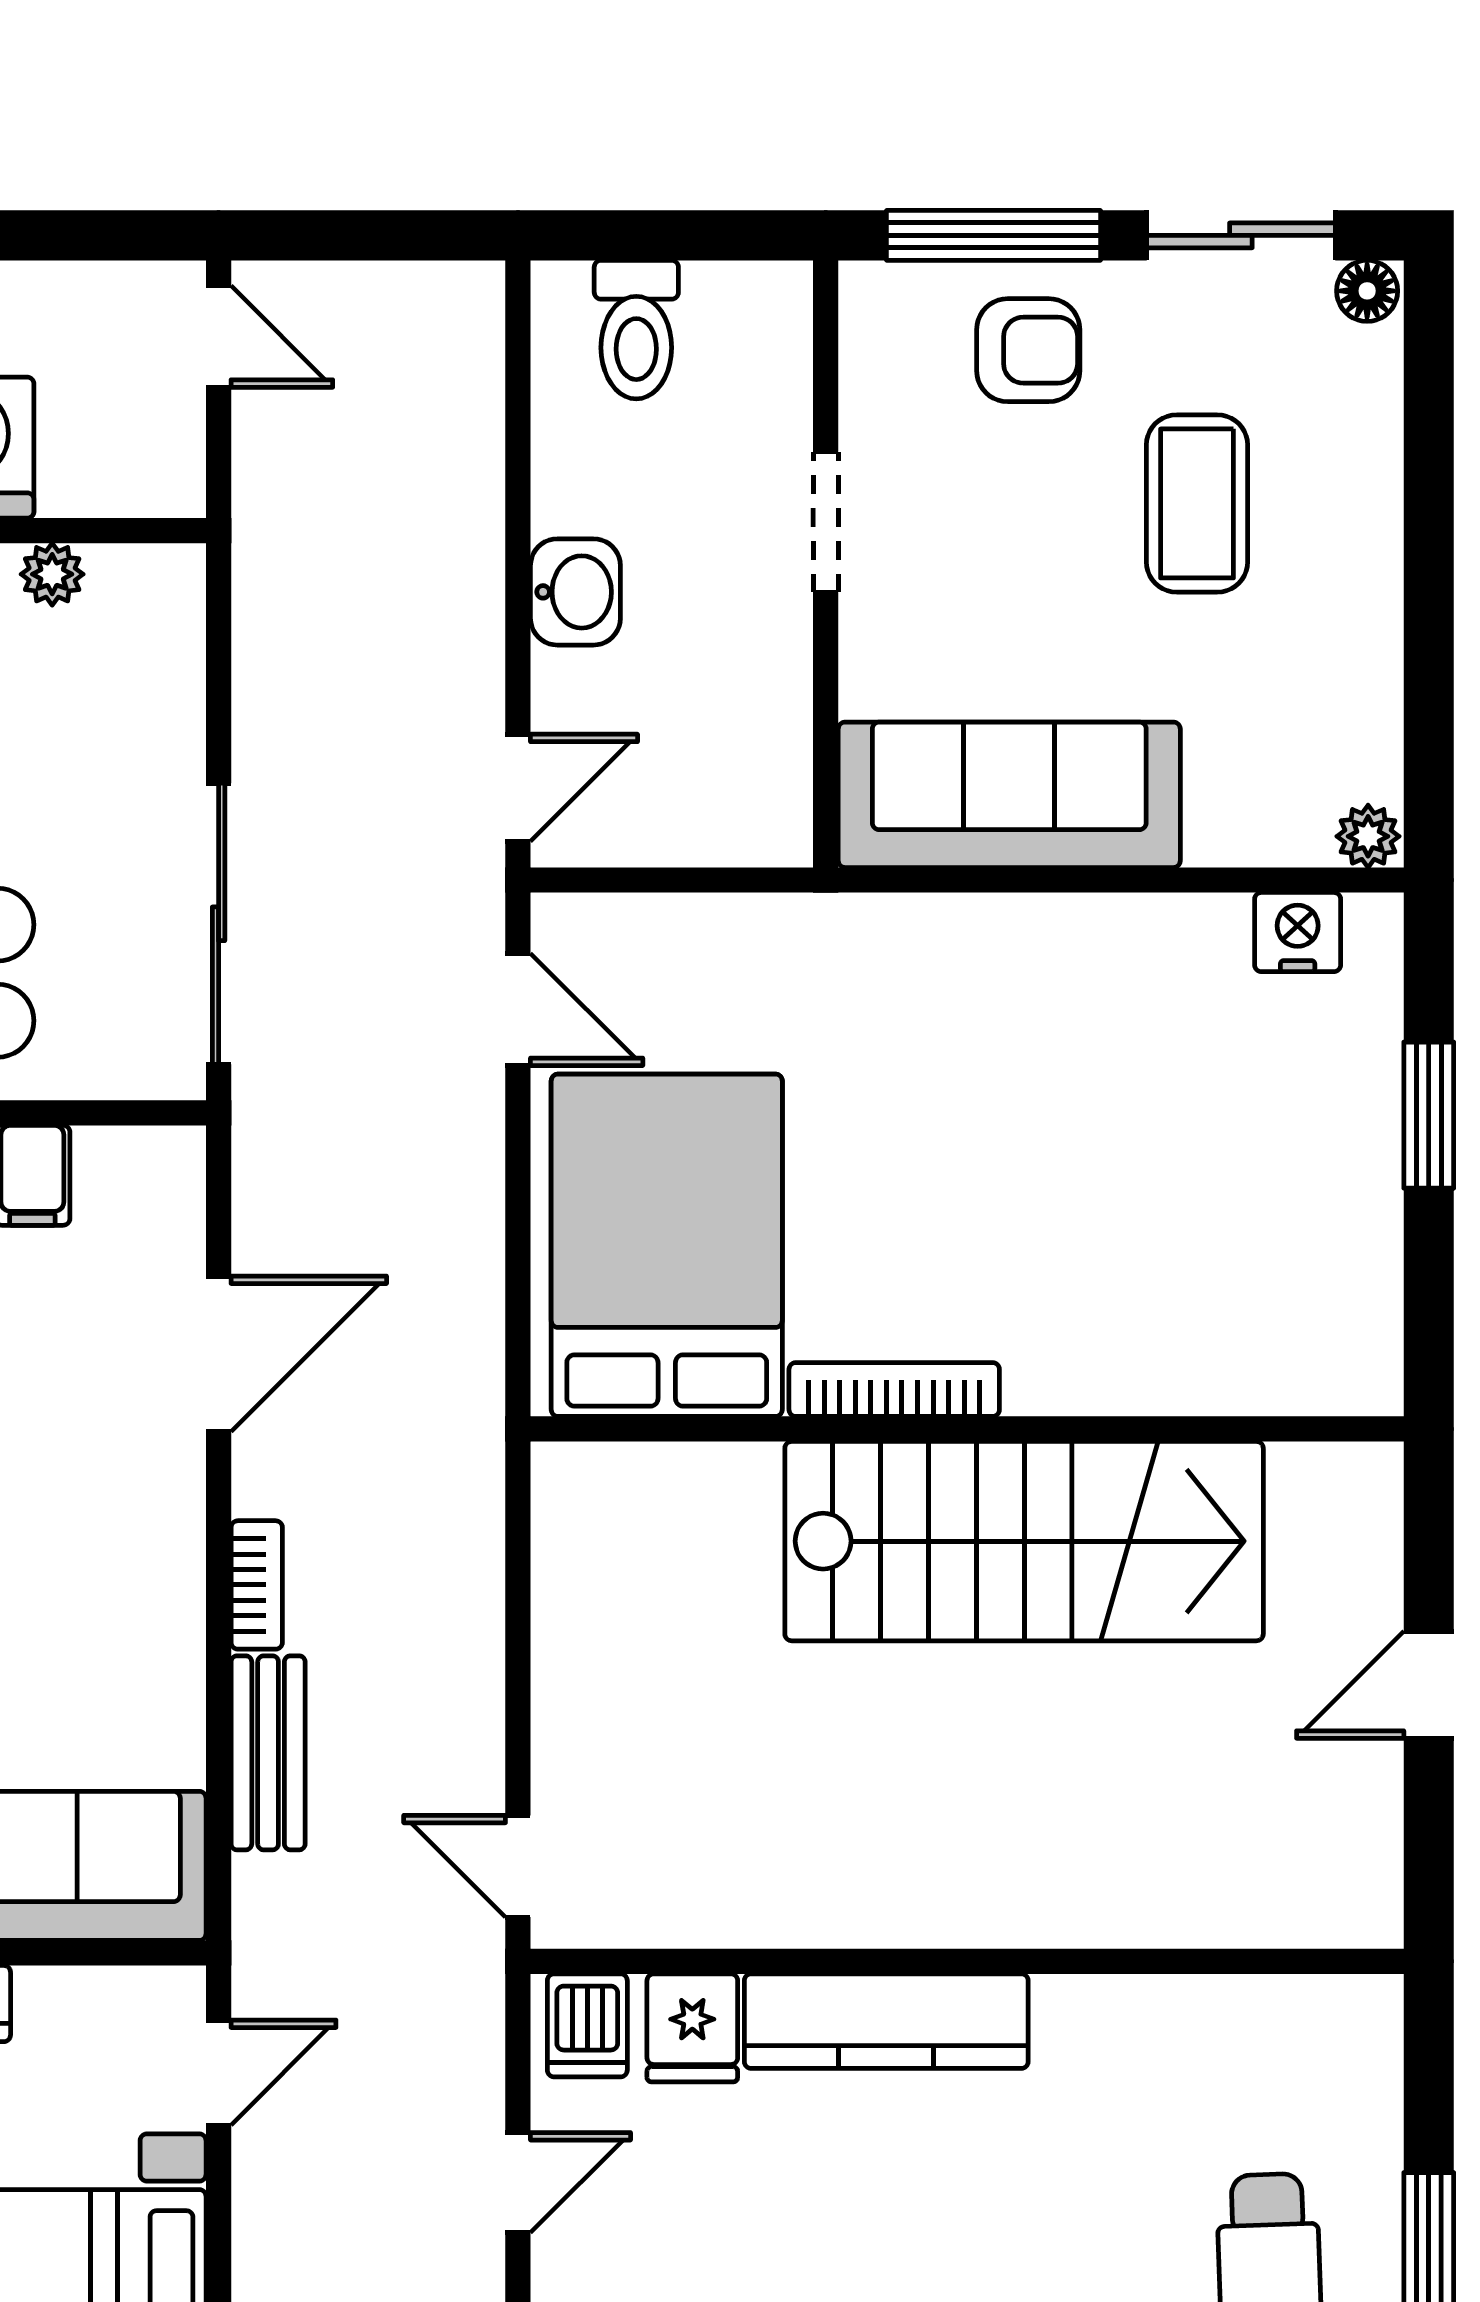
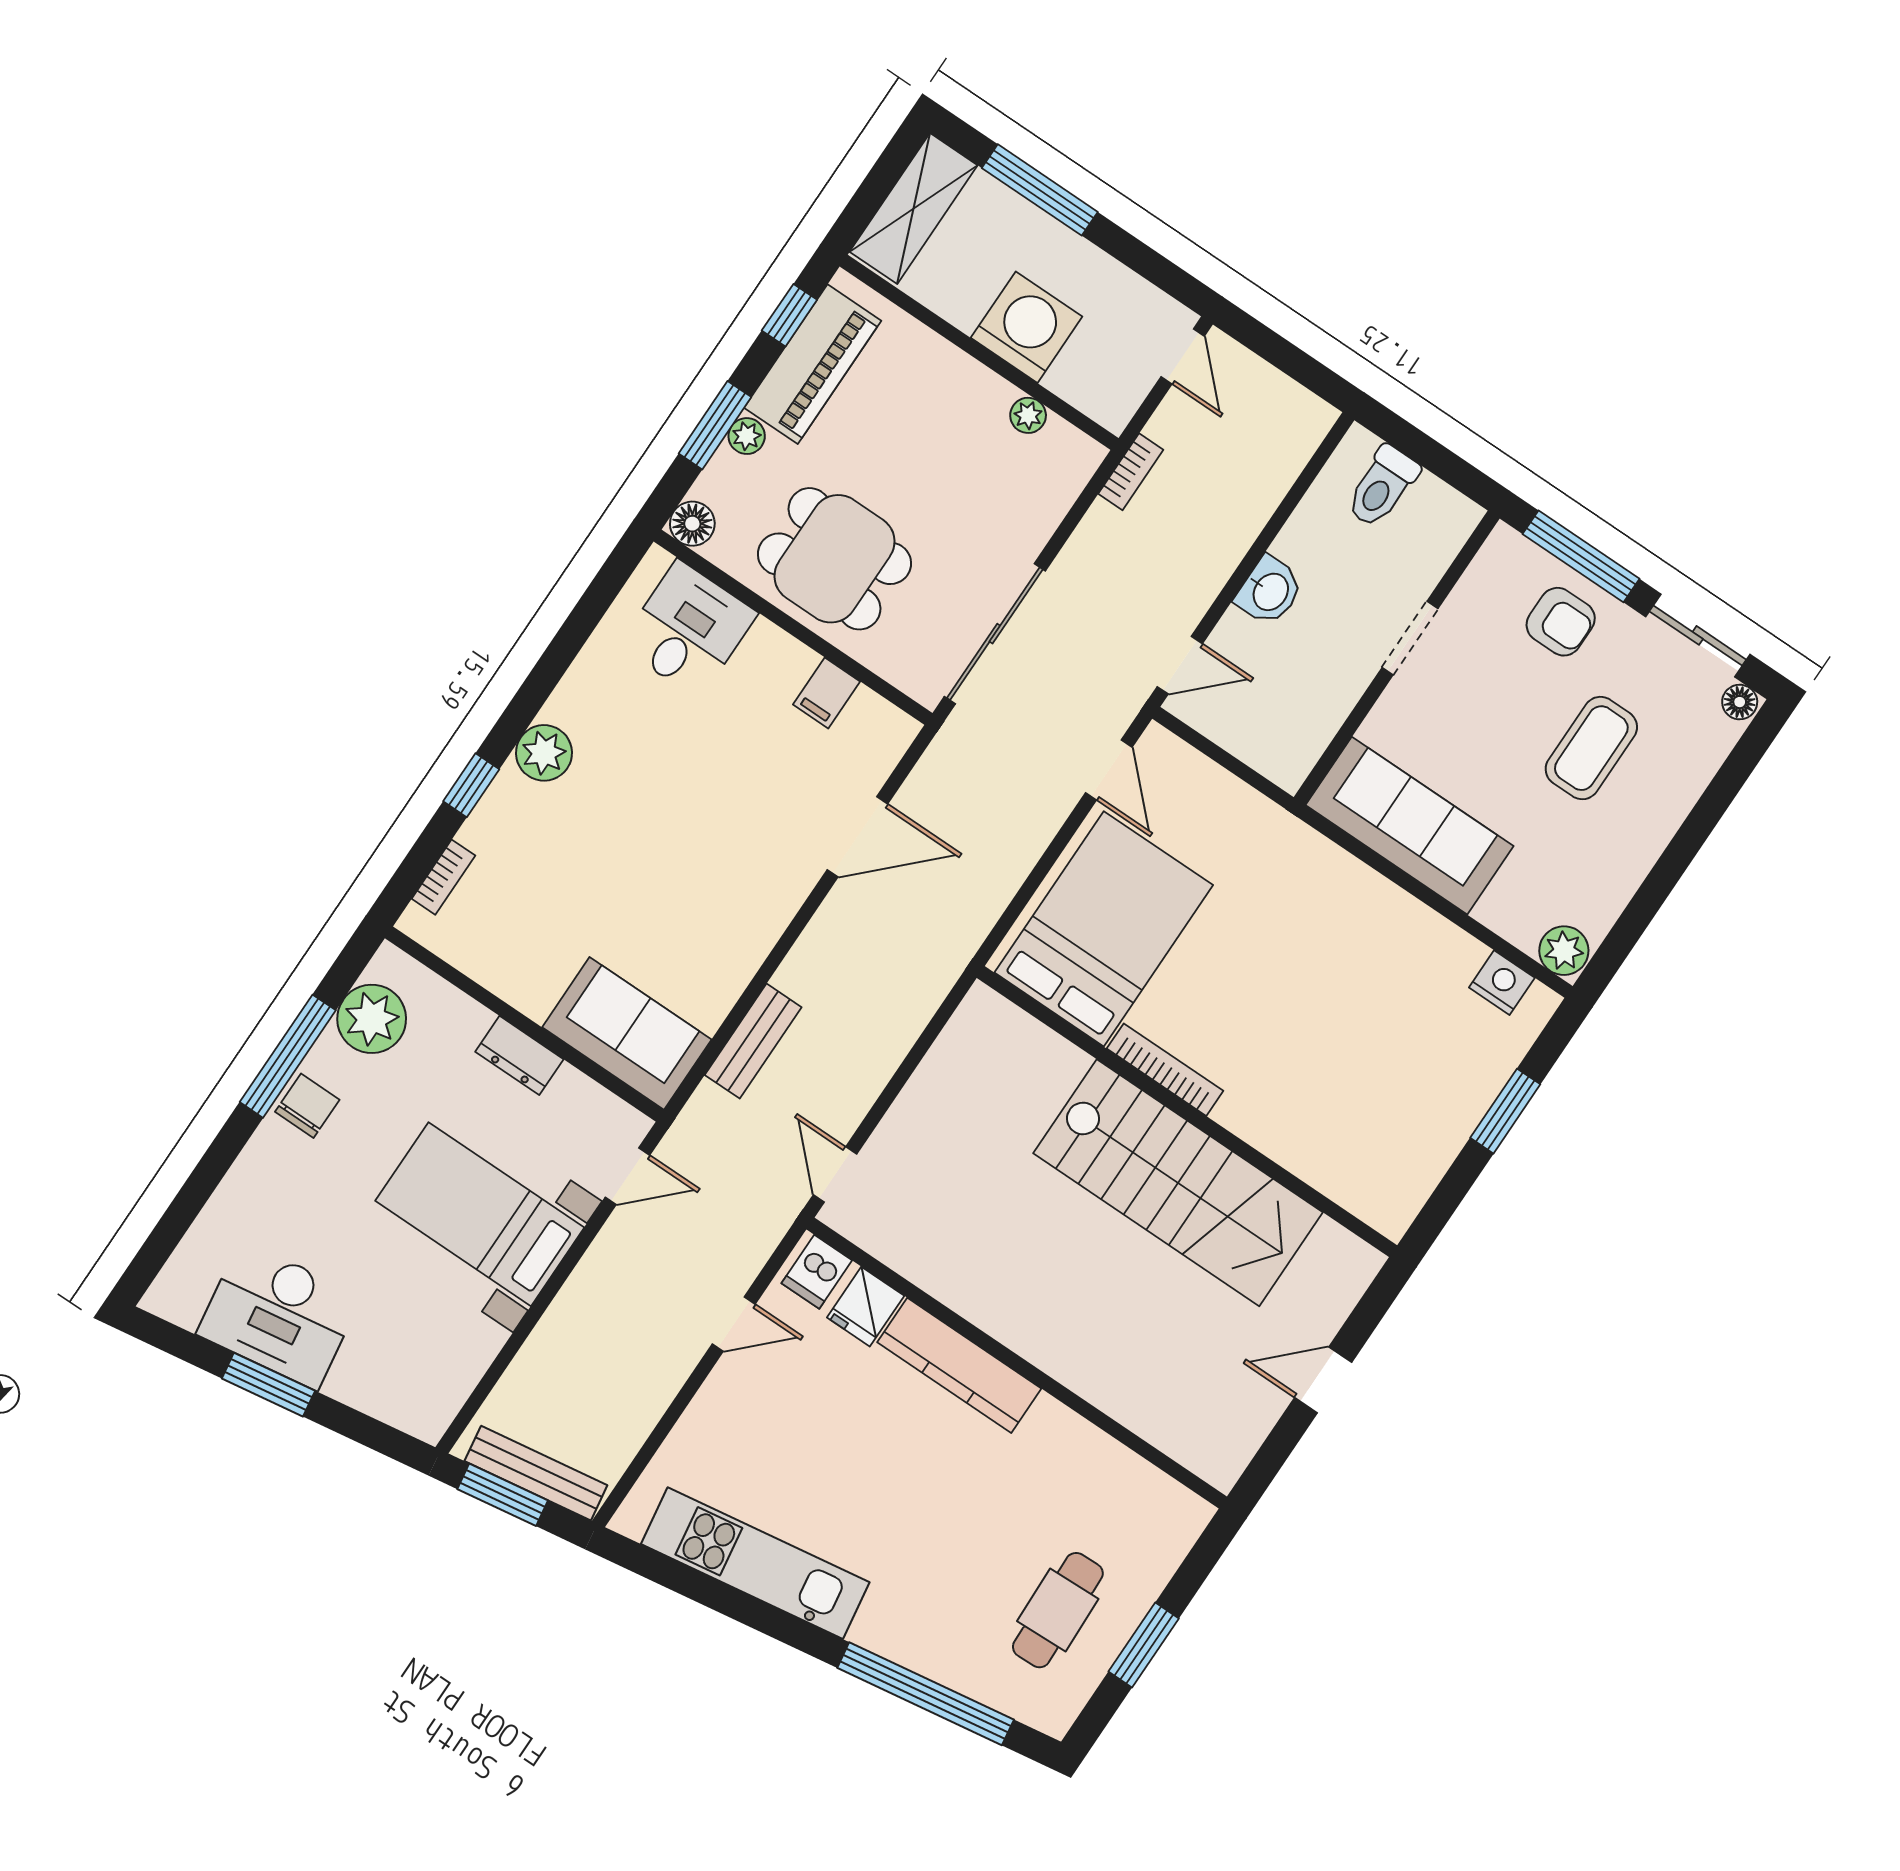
plant: (1368, 836) -> (1564, 951), width x1.38, depth x1.38
bookcase: (257, 1585) -> (1131, 472), moved

